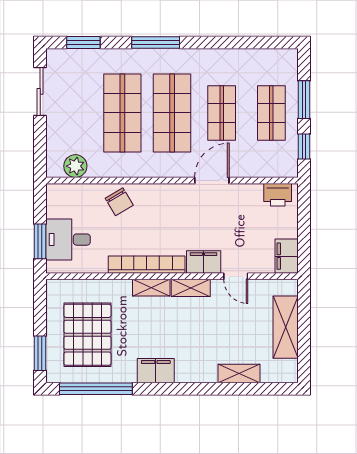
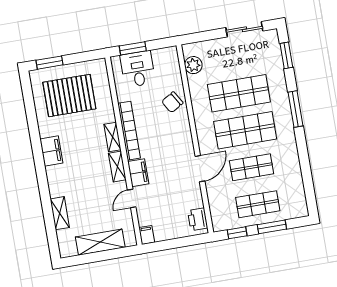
door: (212, 180) -> (200, 169), hinge flipped
filing cabinet: (287, 256) -> (147, 235), width x0.50
window: (96, 389) -> (30, 109), removed

